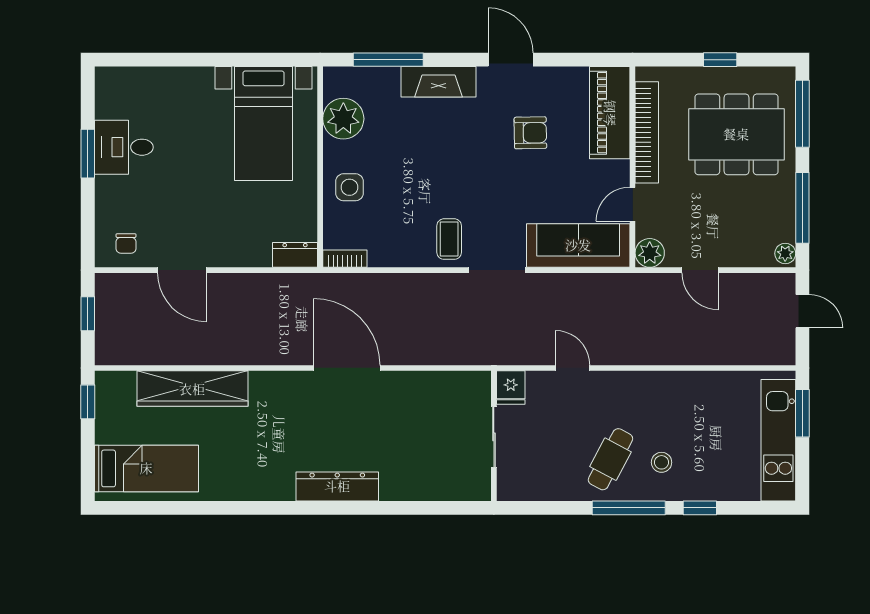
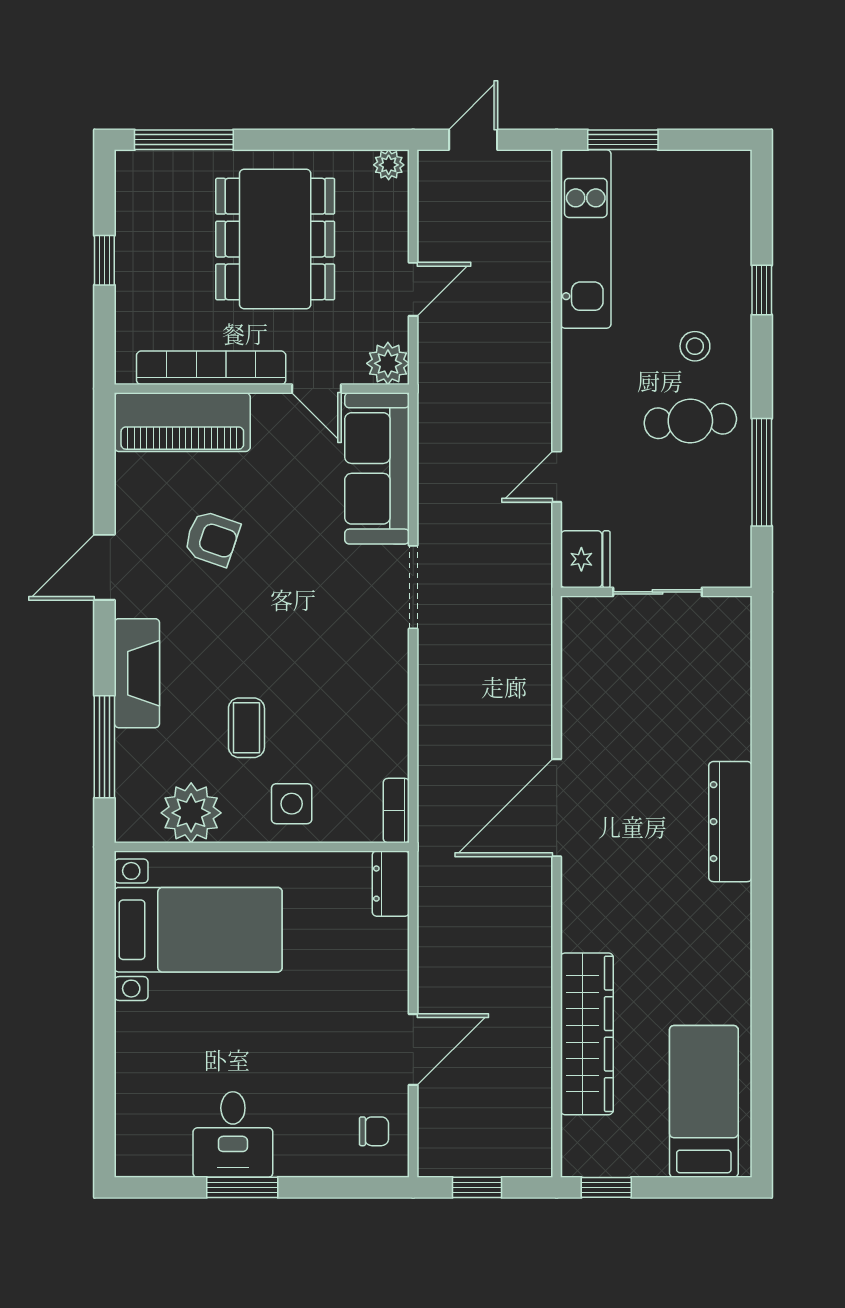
armchair: (530, 133) -> (212, 538), turned 110
dining table: (736, 134) -> (275, 239), moved
window: (802, 208) -> (322, 140), removed
coffee table: (449, 239) -> (246, 728), moved, turned 90
fridge: (511, 388) -> (585, 559), width x1.38
kitchen unit: (778, 440) -> (586, 239), moved, turned -90
cafe table: (610, 459) -> (690, 421), turned -32
window: (629, 508) -> (762, 472), moved

